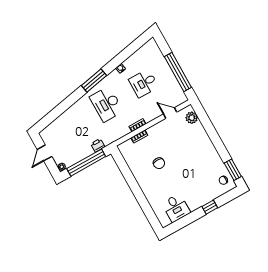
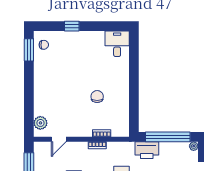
door: (170, 113) -> (59, 139), hinge flipped
printer: (98, 145) -> (147, 150), width x1.87, depth x1.48
desk: (176, 208) -> (117, 44), moved

